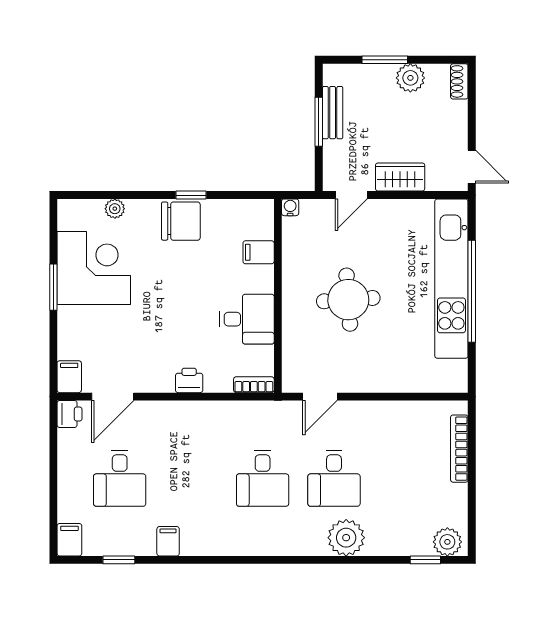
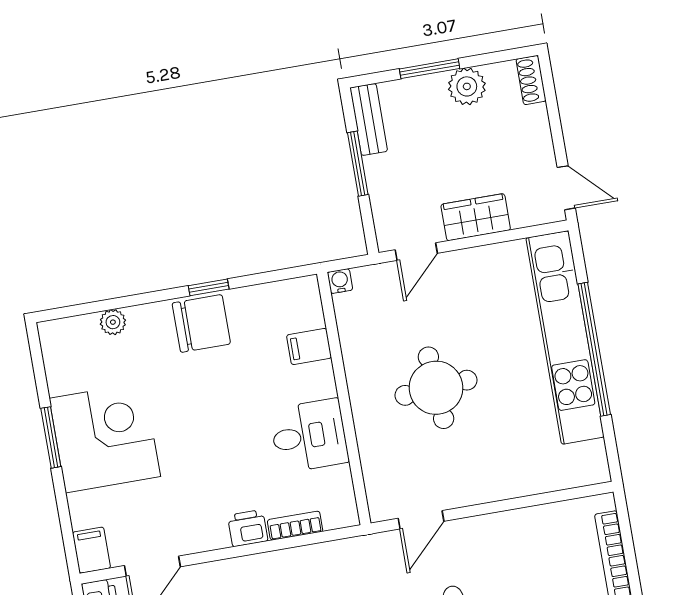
bench: (333, 113) -> (369, 119), moved
corner desk: (94, 268) -> (105, 437), moved
bookcase: (254, 385) -> (295, 526), moved

